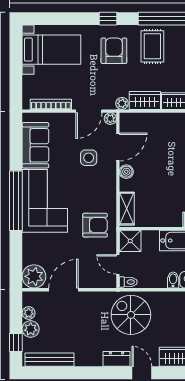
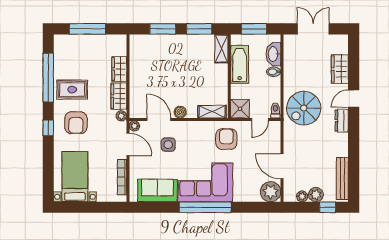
armchair: (114, 51) -> (76, 123), turned -90

